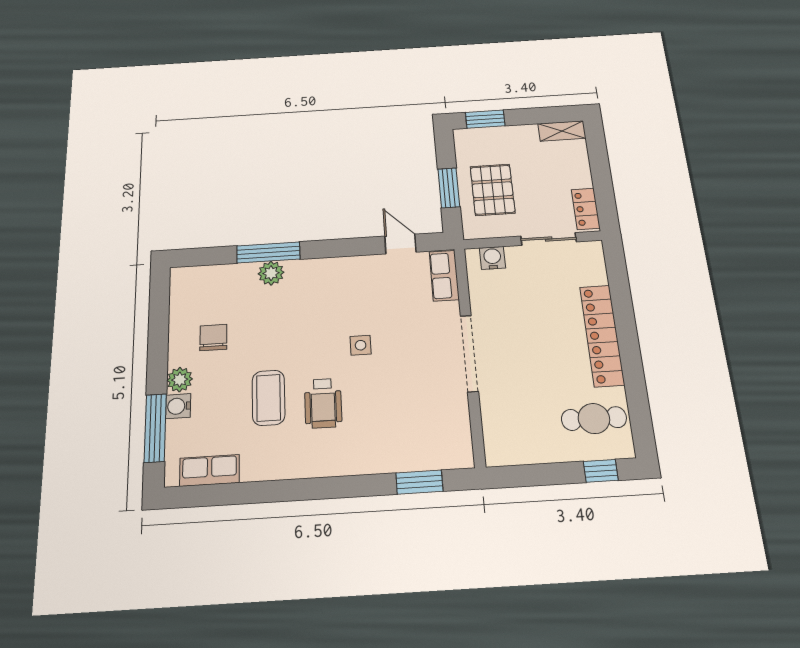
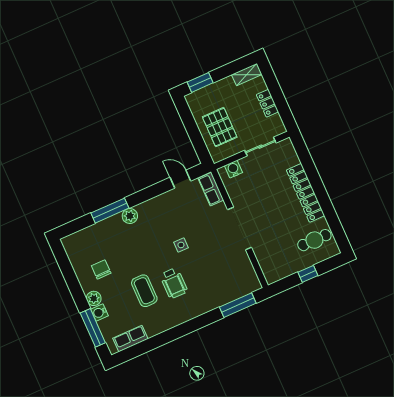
window: (449, 188) -> (195, 135), removed
locker: (586, 209) -> (267, 103), moved
plant: (271, 273) -> (130, 216), moved
window: (601, 471) -> (308, 274), moved
window: (419, 482) -> (238, 305), width x1.44

